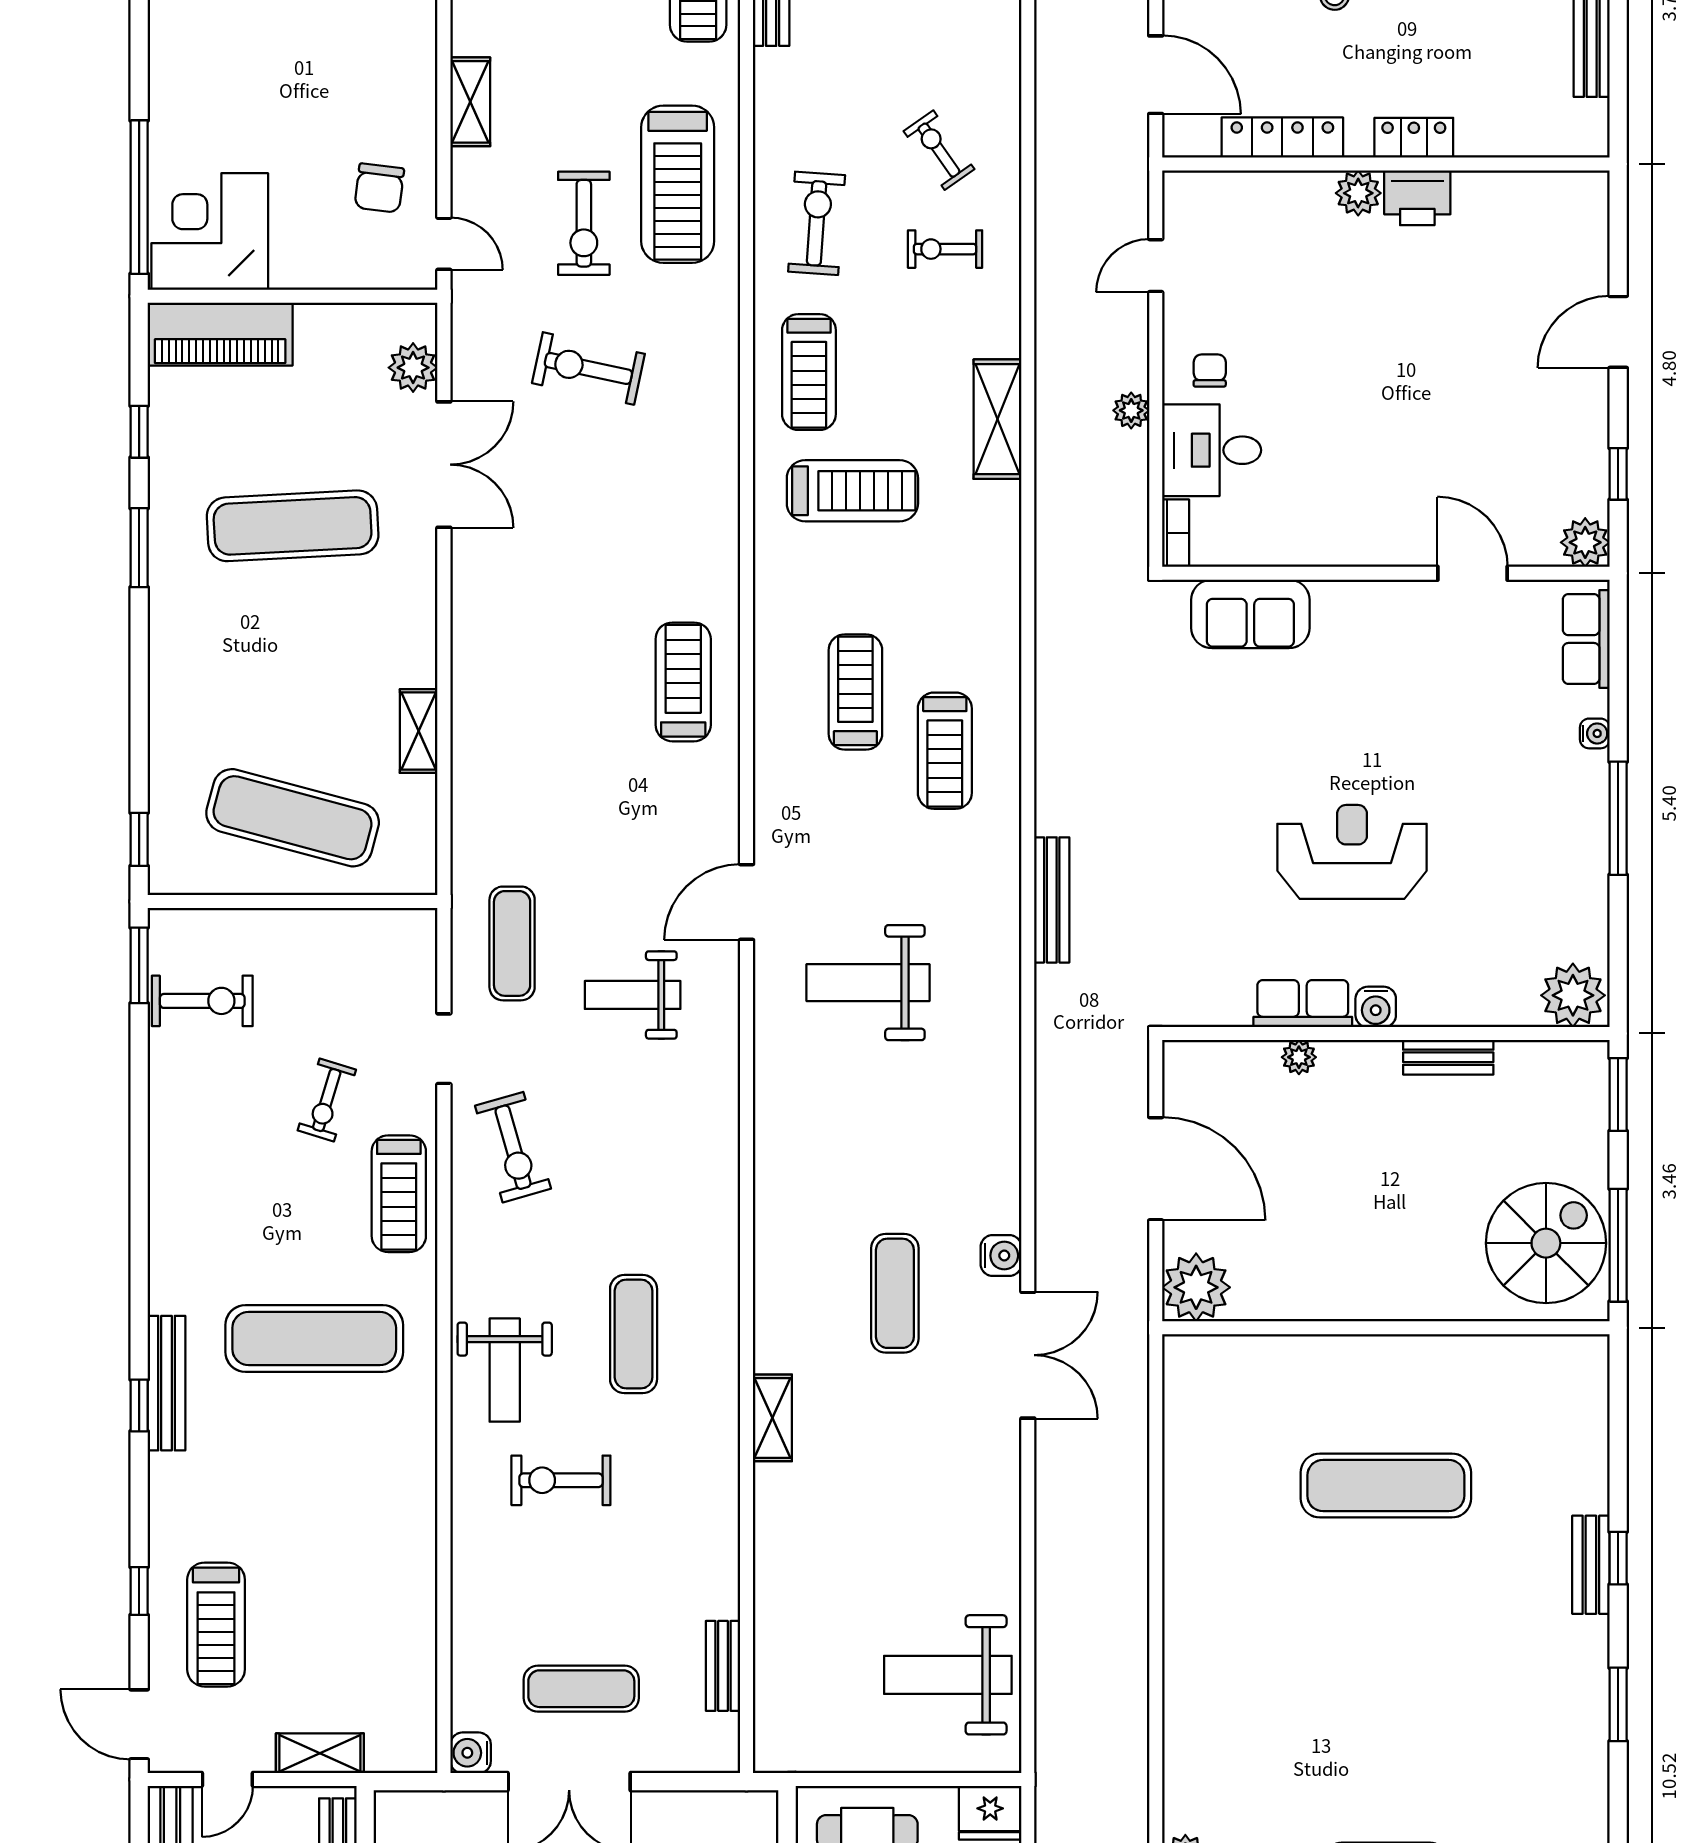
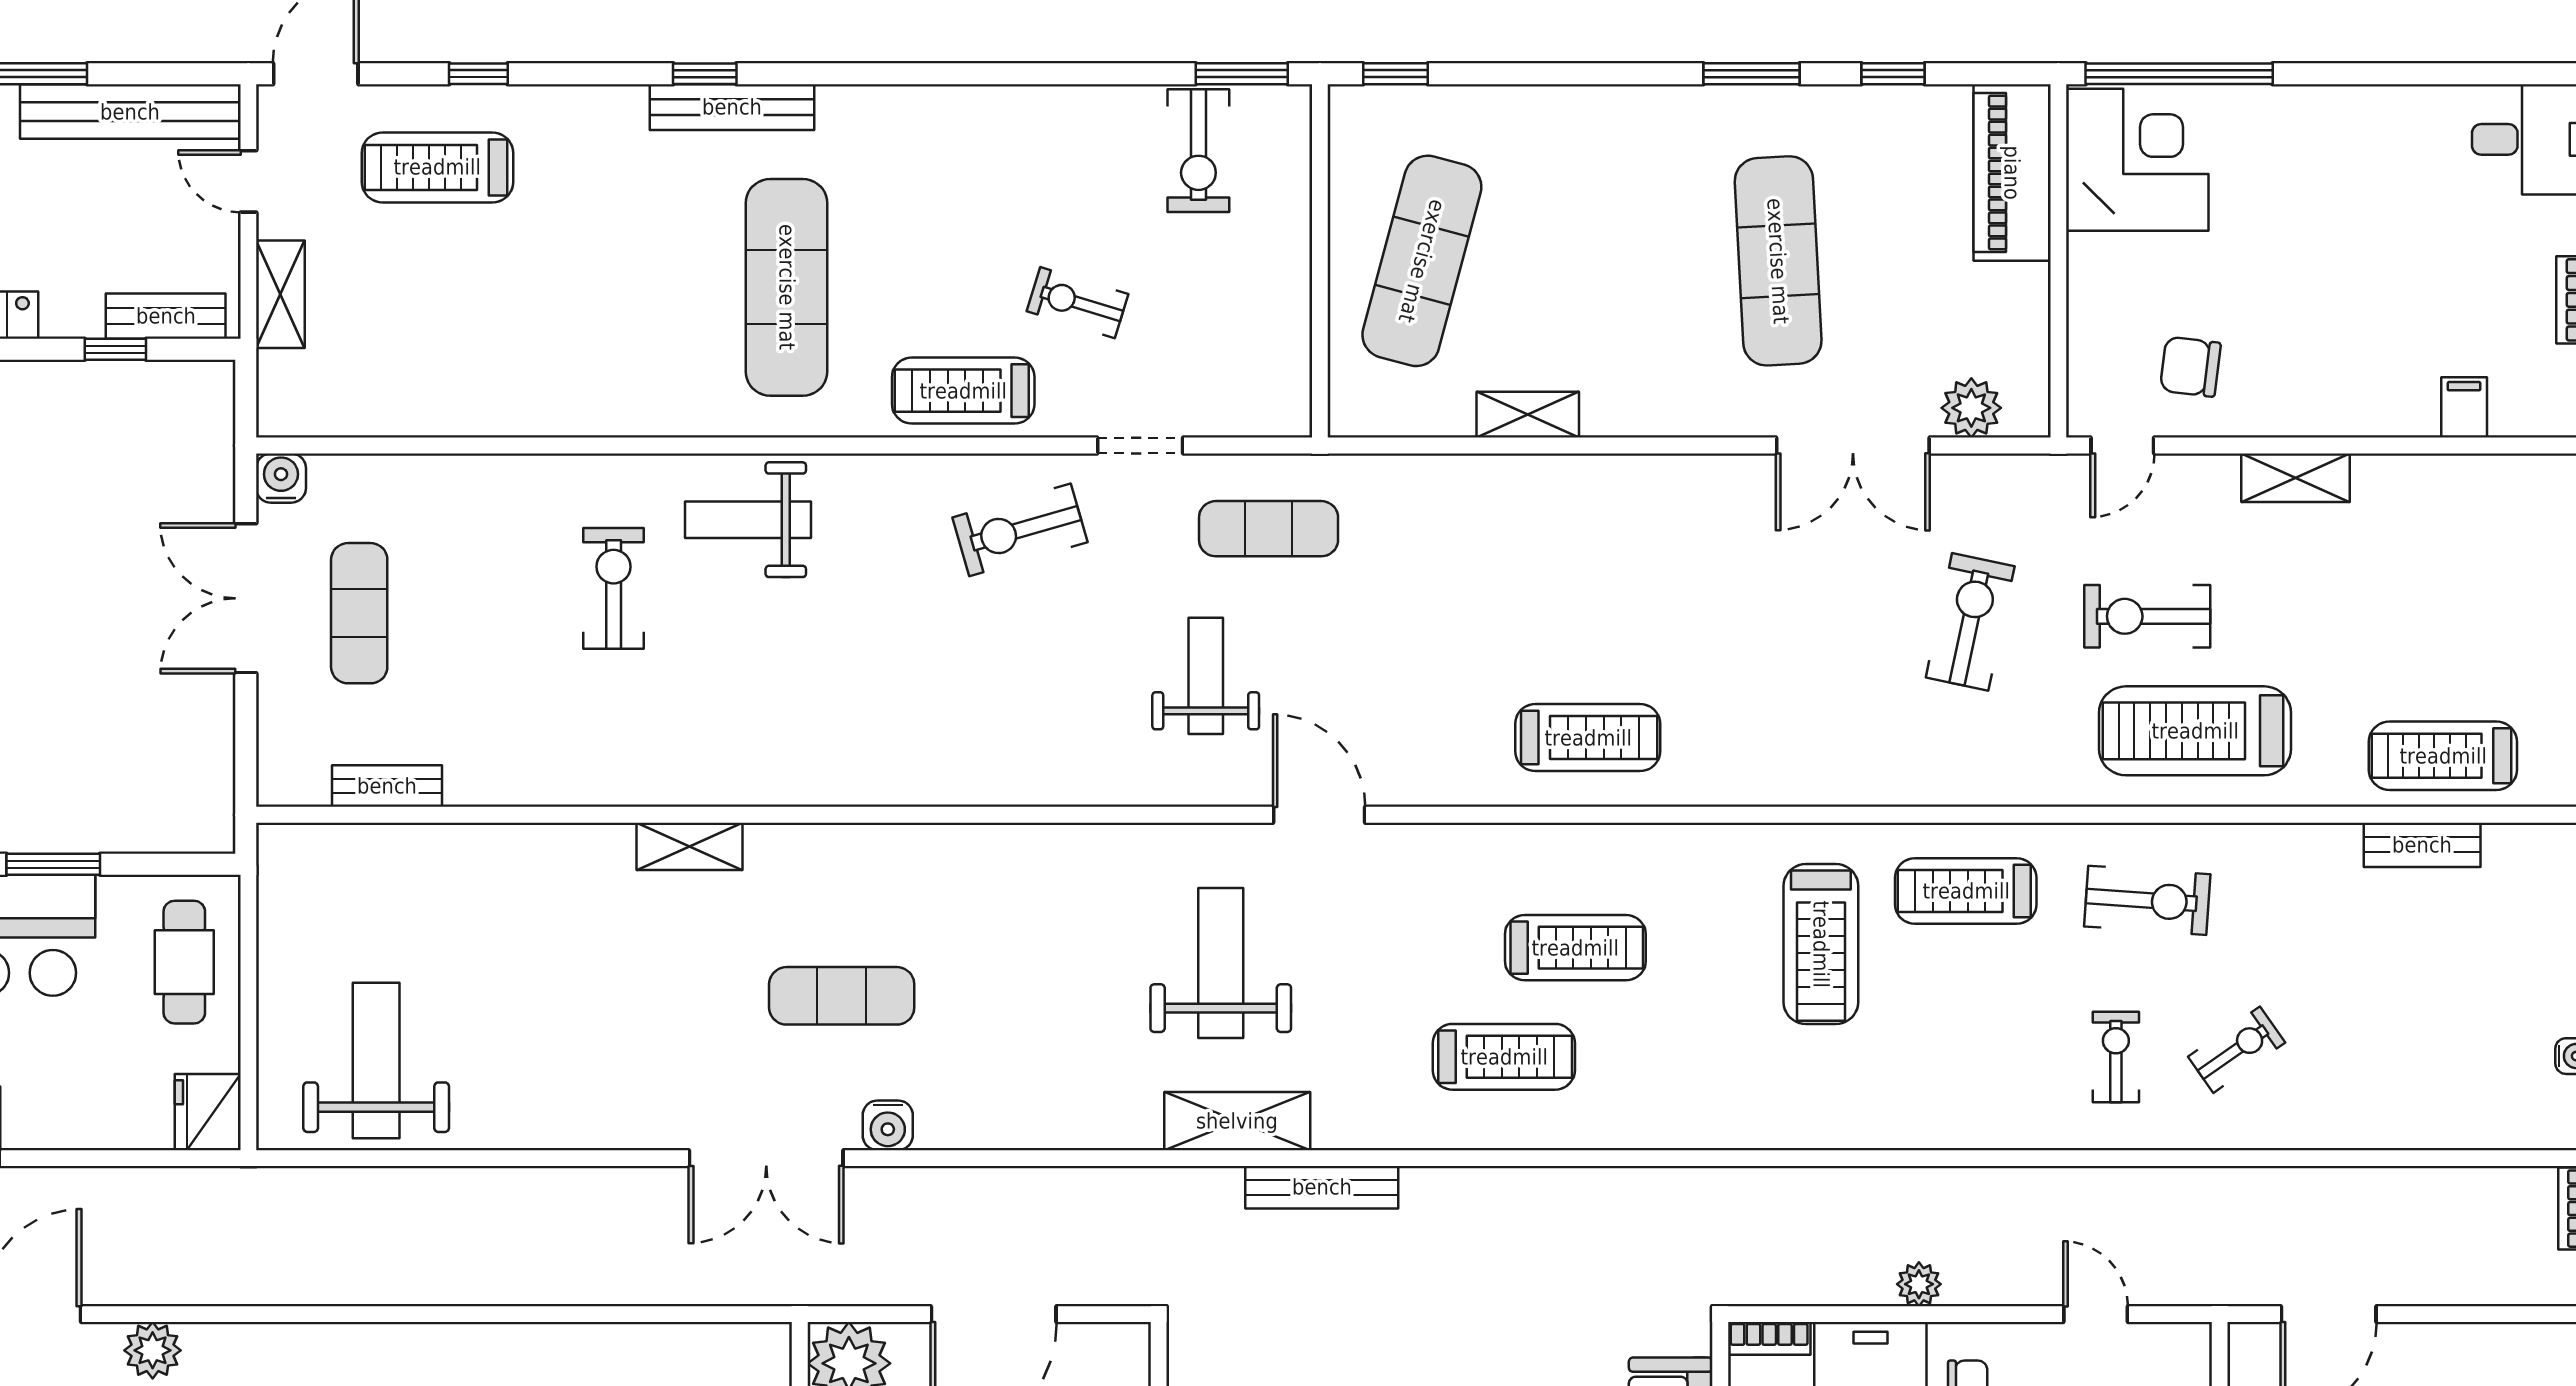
shelving: (998, 419) -> (1237, 1121), moved
treadmill: (945, 751) -> (1504, 1057), turned 180
exercise mat: (634, 1334) -> (792, 677), removed

